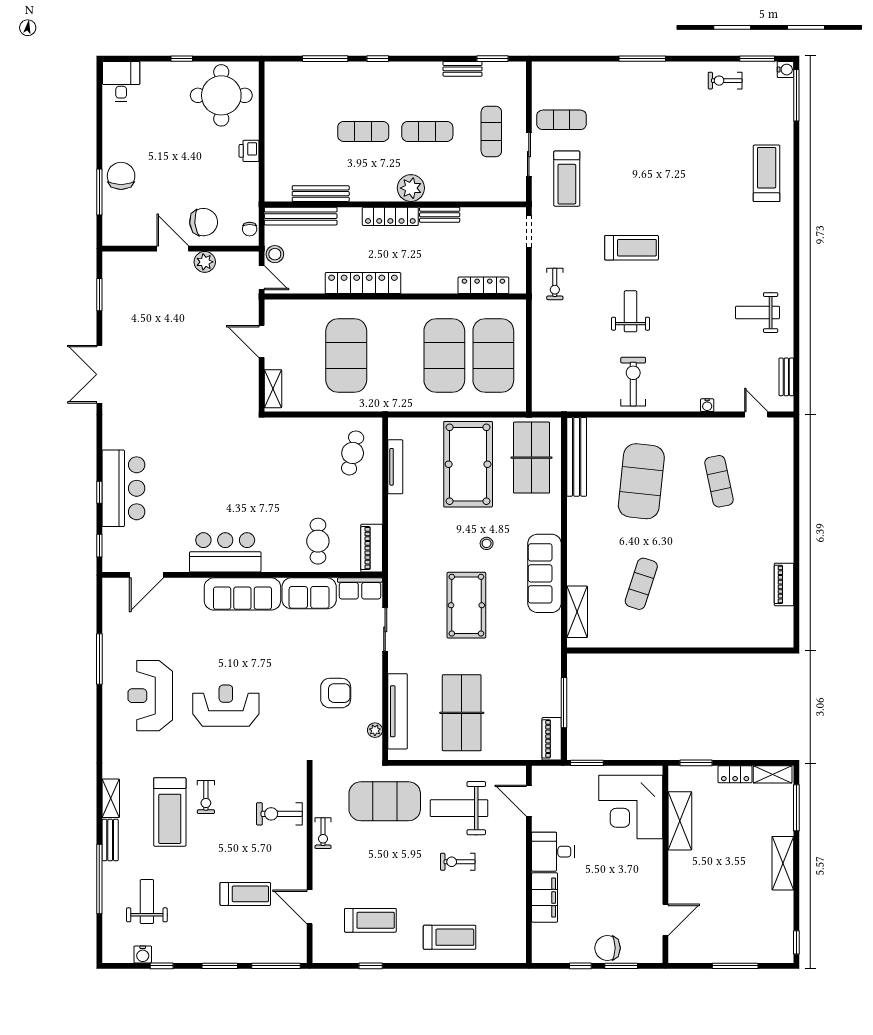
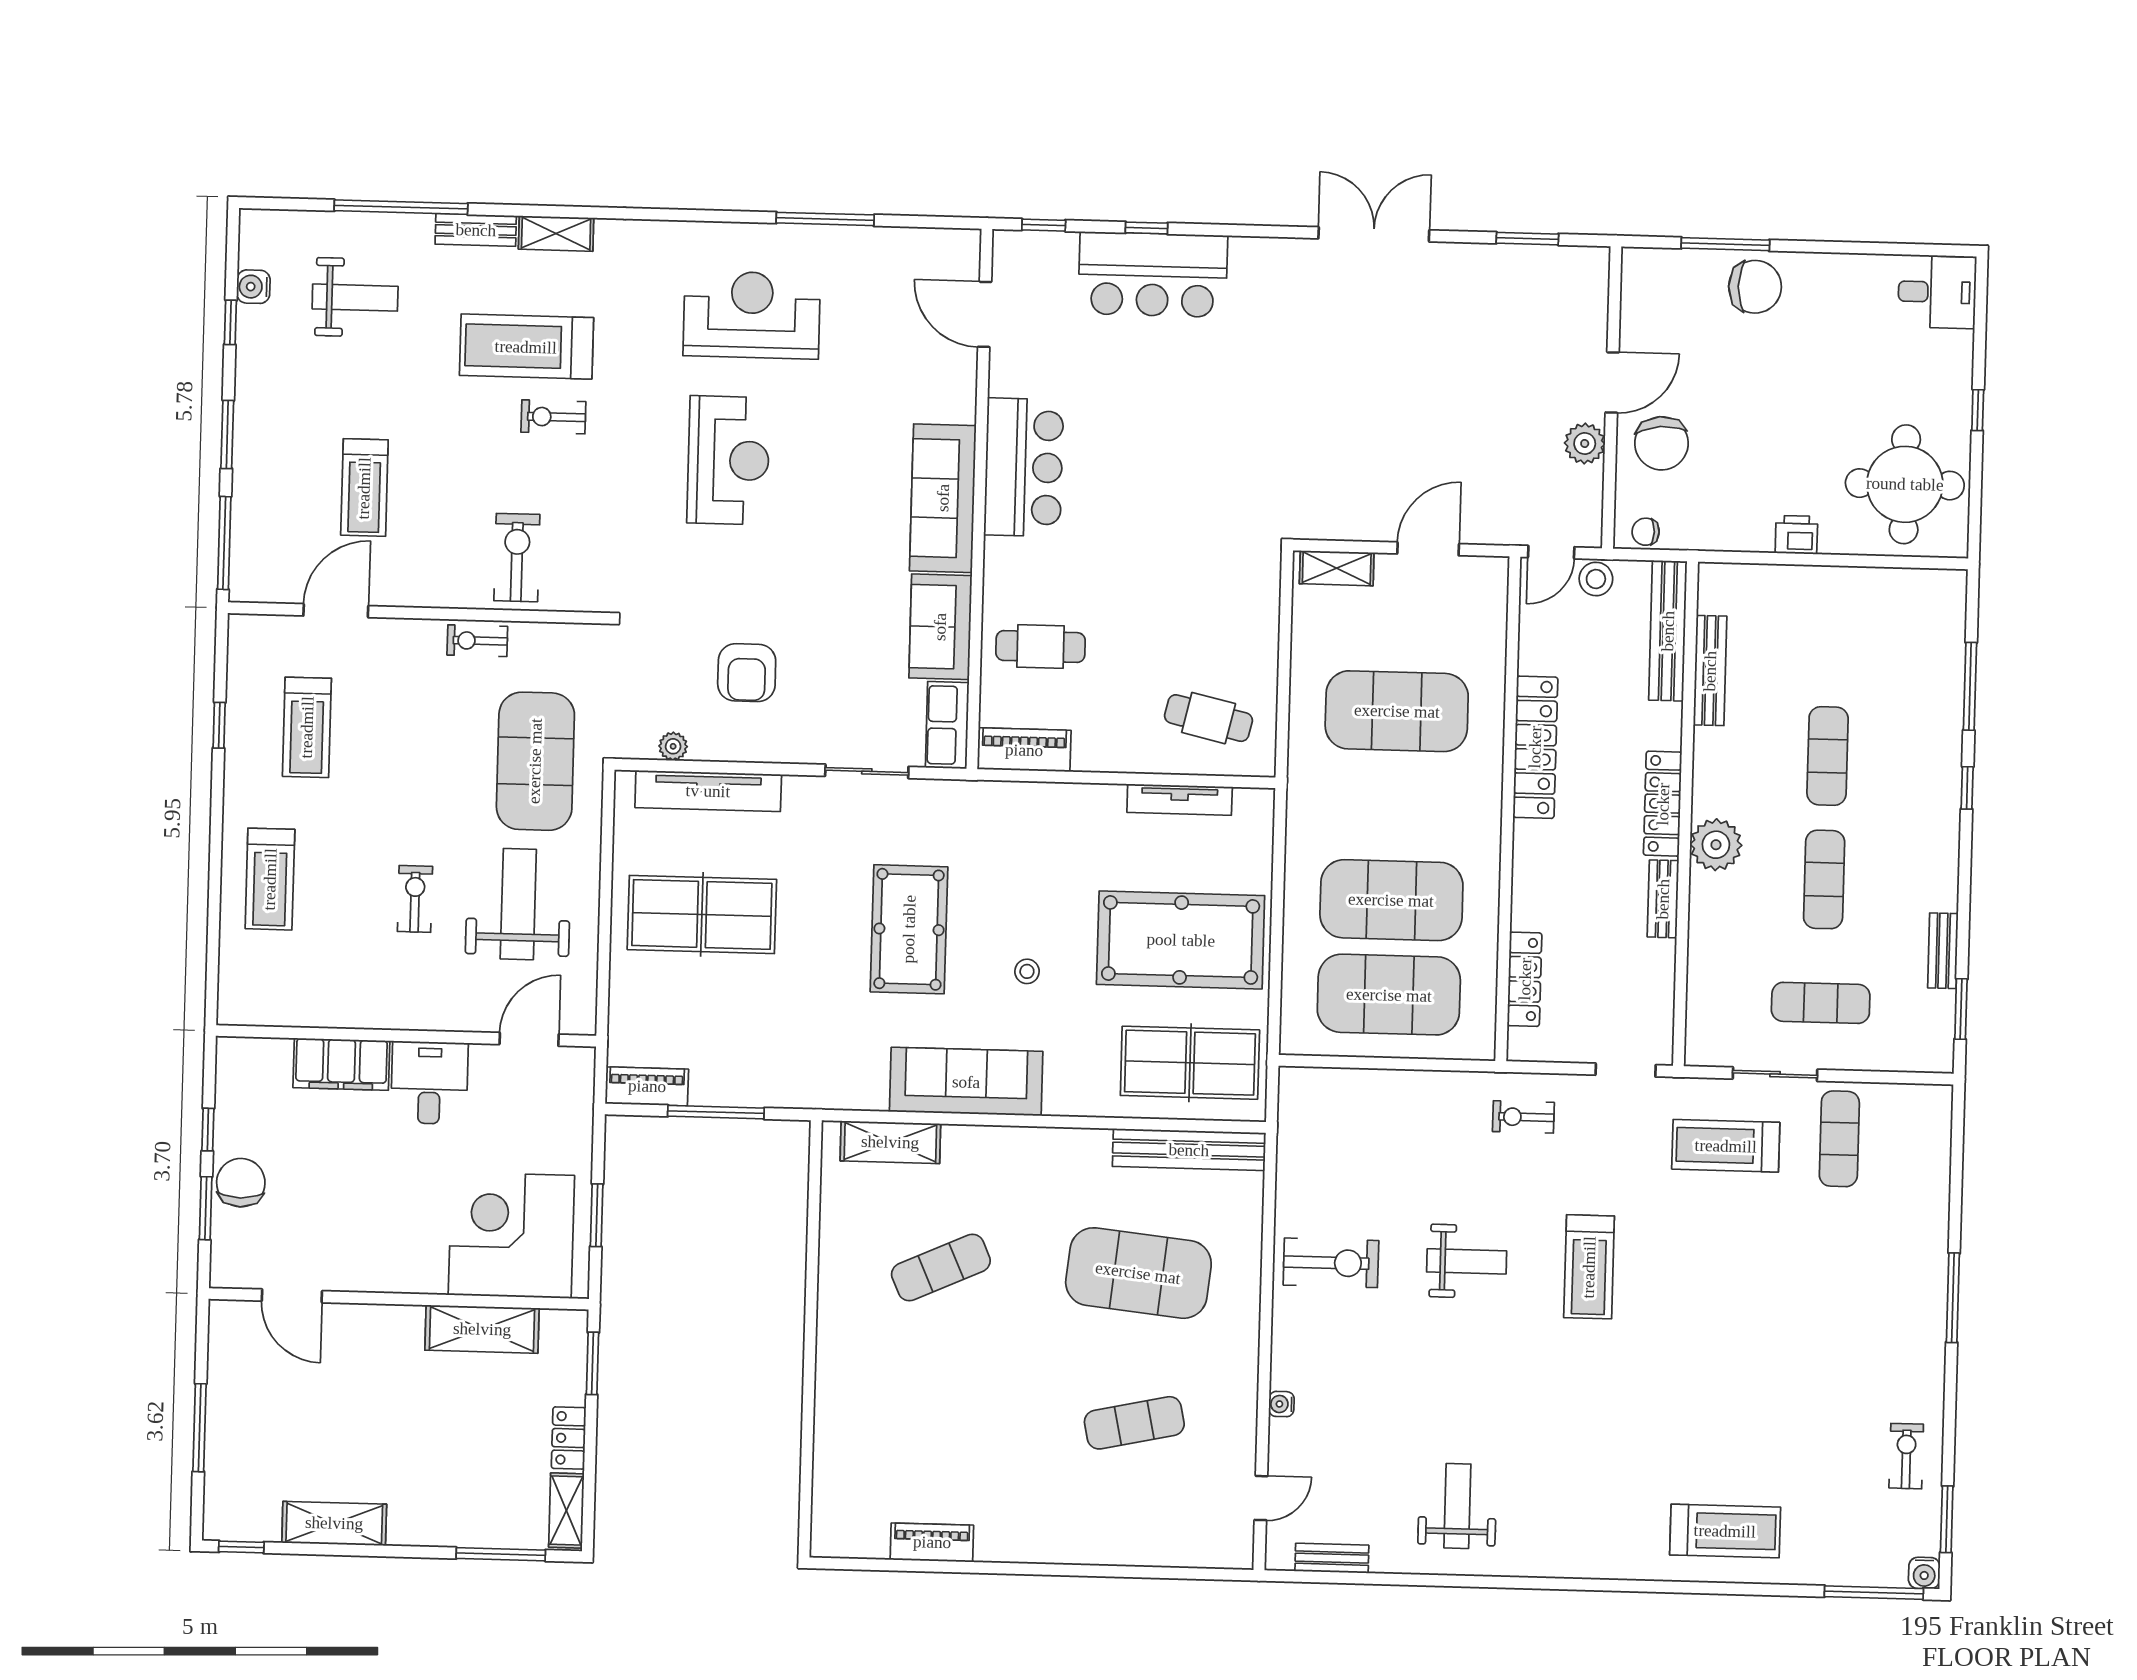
exercise mat: (641, 584) -> (941, 1267), turned -42
pool table: (466, 605) -> (909, 929), turned 90
window: (587, 763) -> (597, 1215), moved
shelving: (783, 863) -> (334, 1523), moved

